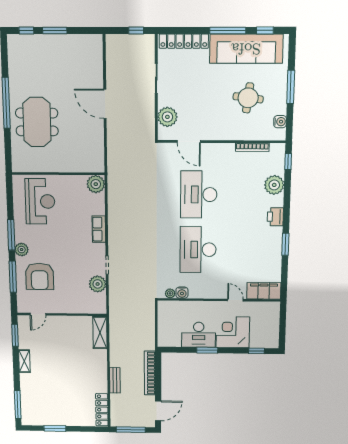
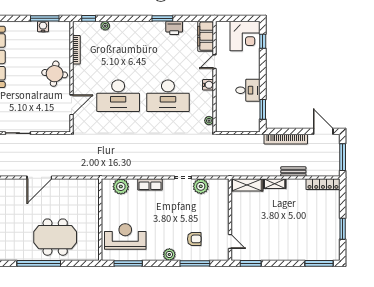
window: (291, 87) -> (45, 18), moved
round table: (248, 98) -> (55, 74), moved
plant: (167, 117) -> (50, 123), removed
water cooler: (280, 122) -> (43, 26), moved
plant: (96, 184) -> (121, 187), moved
plant: (274, 185) -> (105, 26), width x0.53, depth x0.53
printer: (275, 217) -> (174, 28), moved
window: (11, 235) -> (128, 263), moved
armchair: (40, 276) -> (194, 239), width x0.53, depth x0.53
water cooler: (182, 293) -> (208, 85), moved
corner desk: (233, 332) -> (245, 36), moved, turned -90
desk: (199, 335) -> (248, 90), width x0.73
window: (207, 350) -> (263, 109), moved
shelving: (24, 361) -> (275, 184), moved

